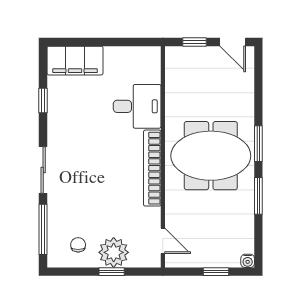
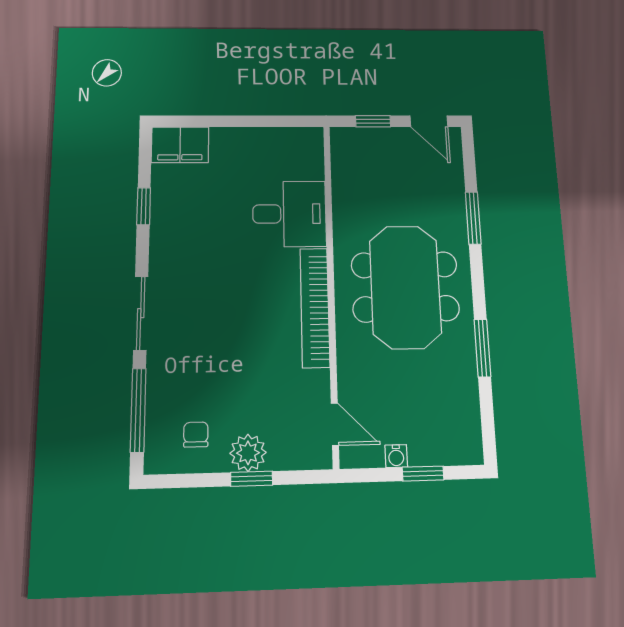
filing cabinet: (75, 61) -> (180, 145), width x0.67, depth x0.86
window: (258, 144) -> (473, 218), moved
meeting table: (211, 156) -> (405, 287), turned 90
plant: (114, 252) -> (248, 453), width x0.73, depth x0.73
water cooler: (248, 261) -> (396, 456), moved

